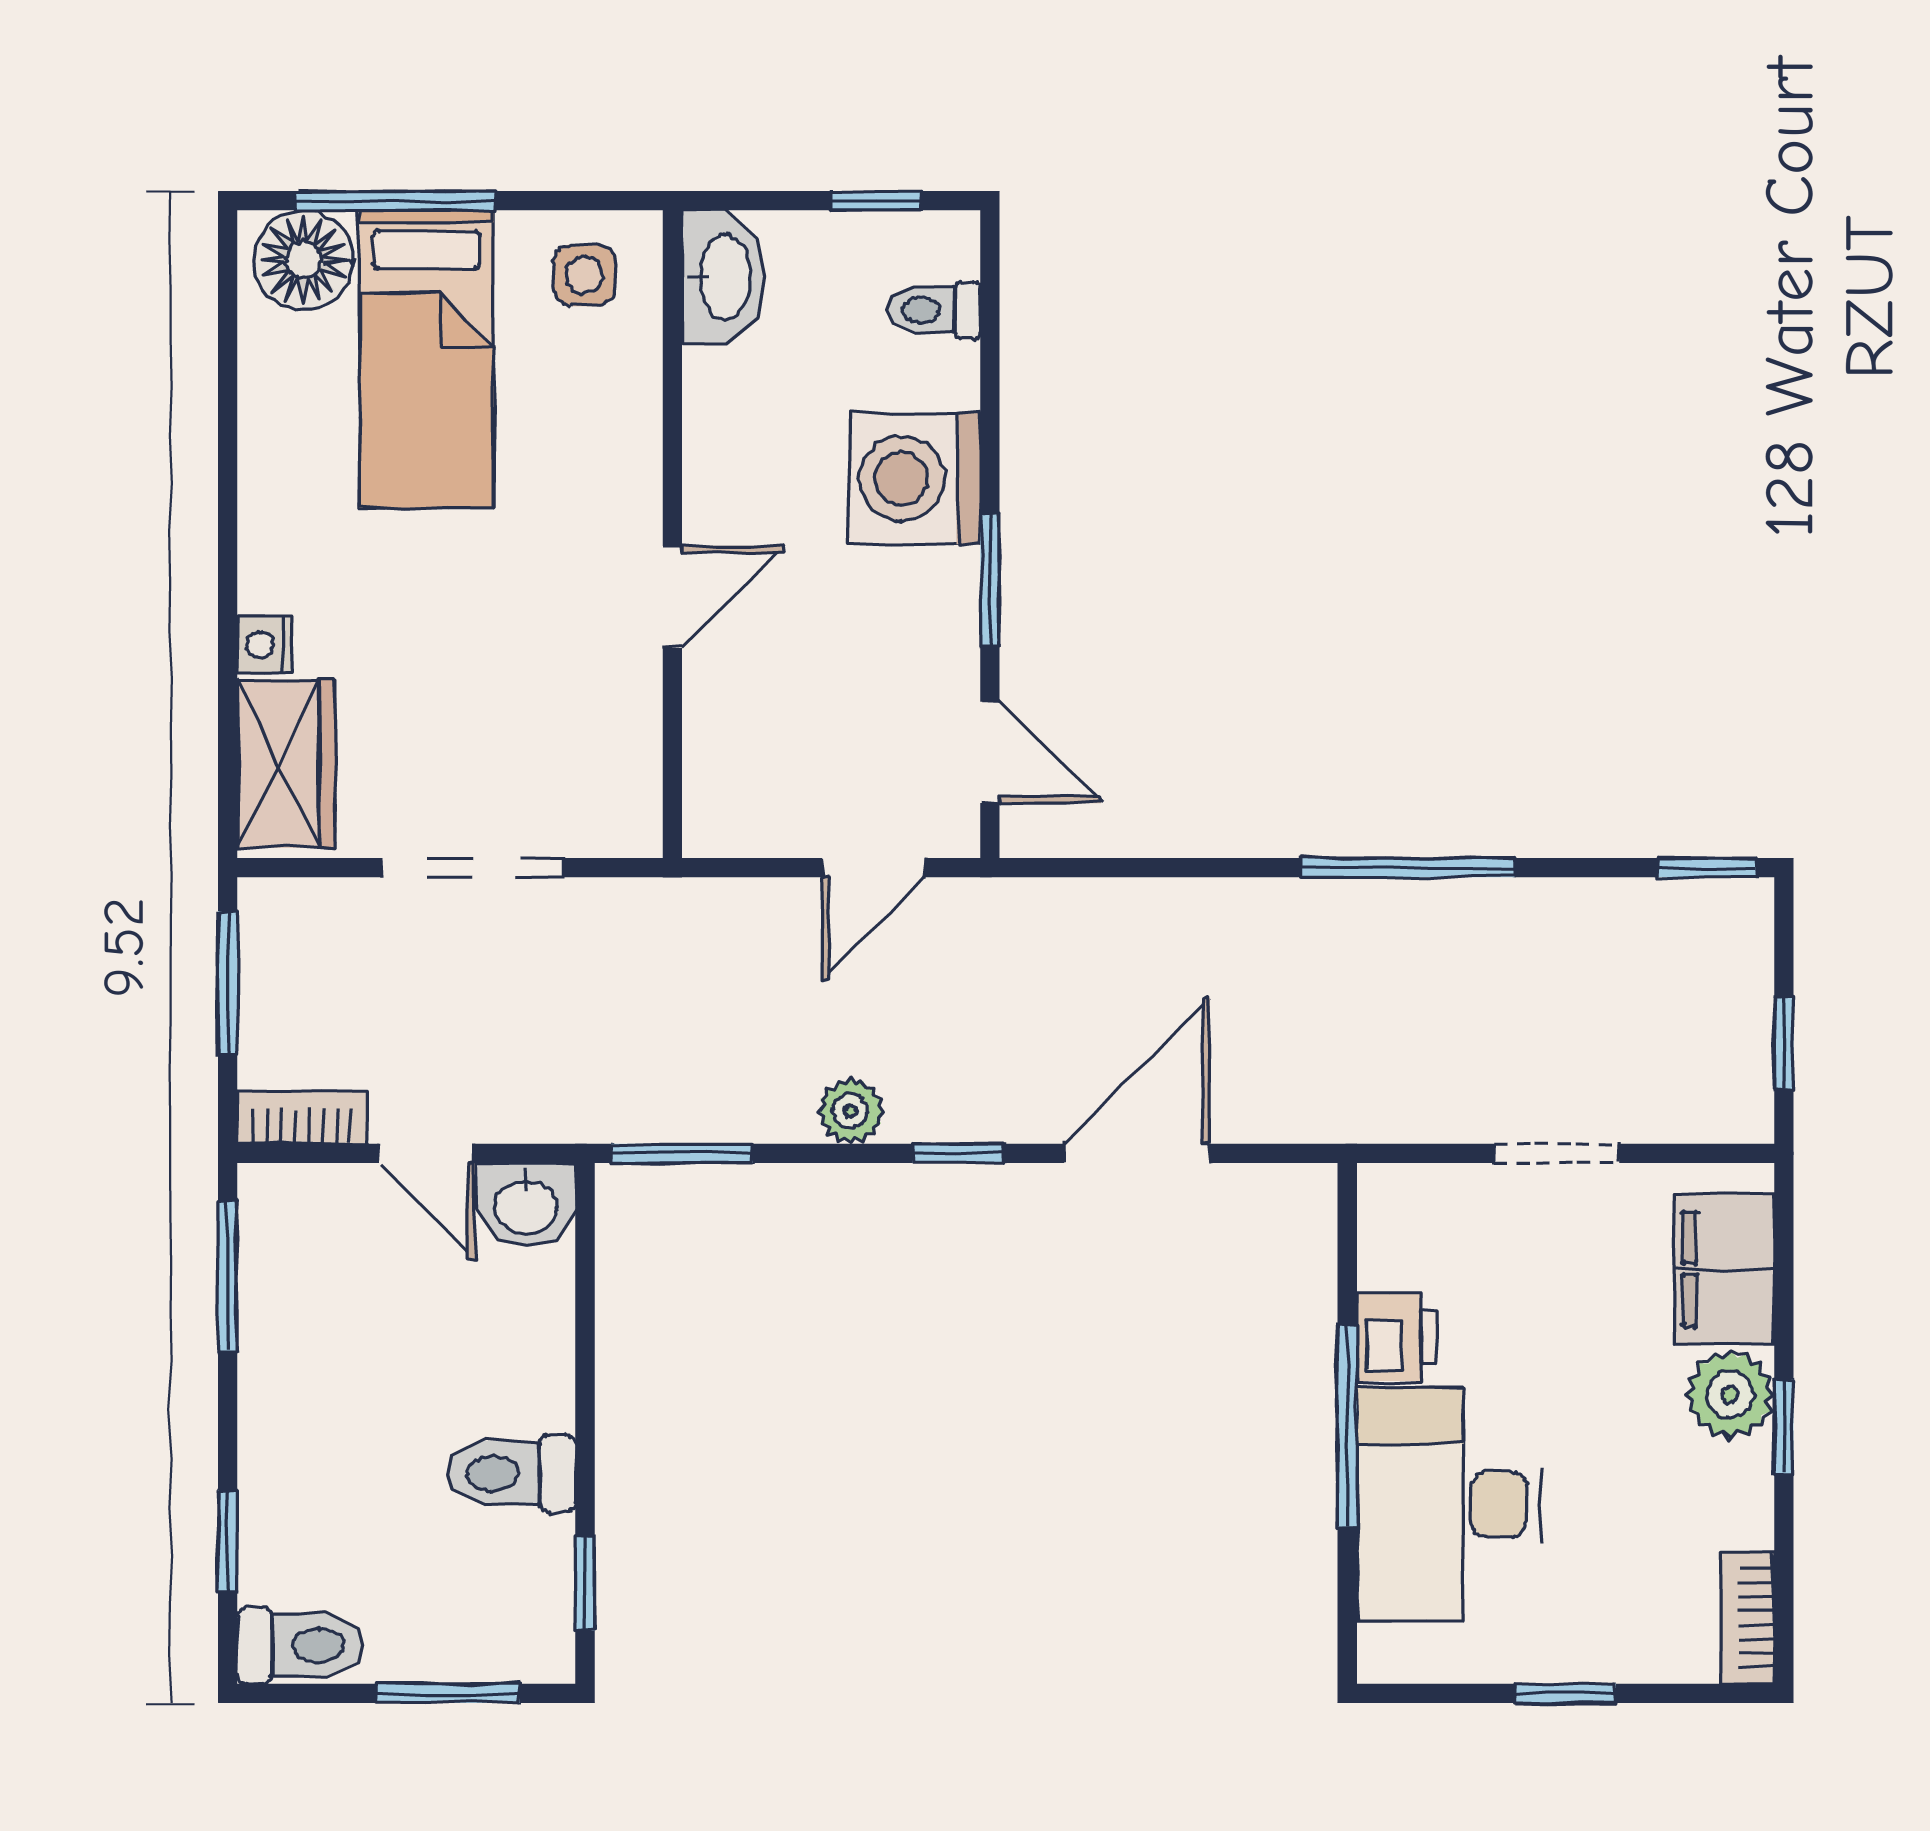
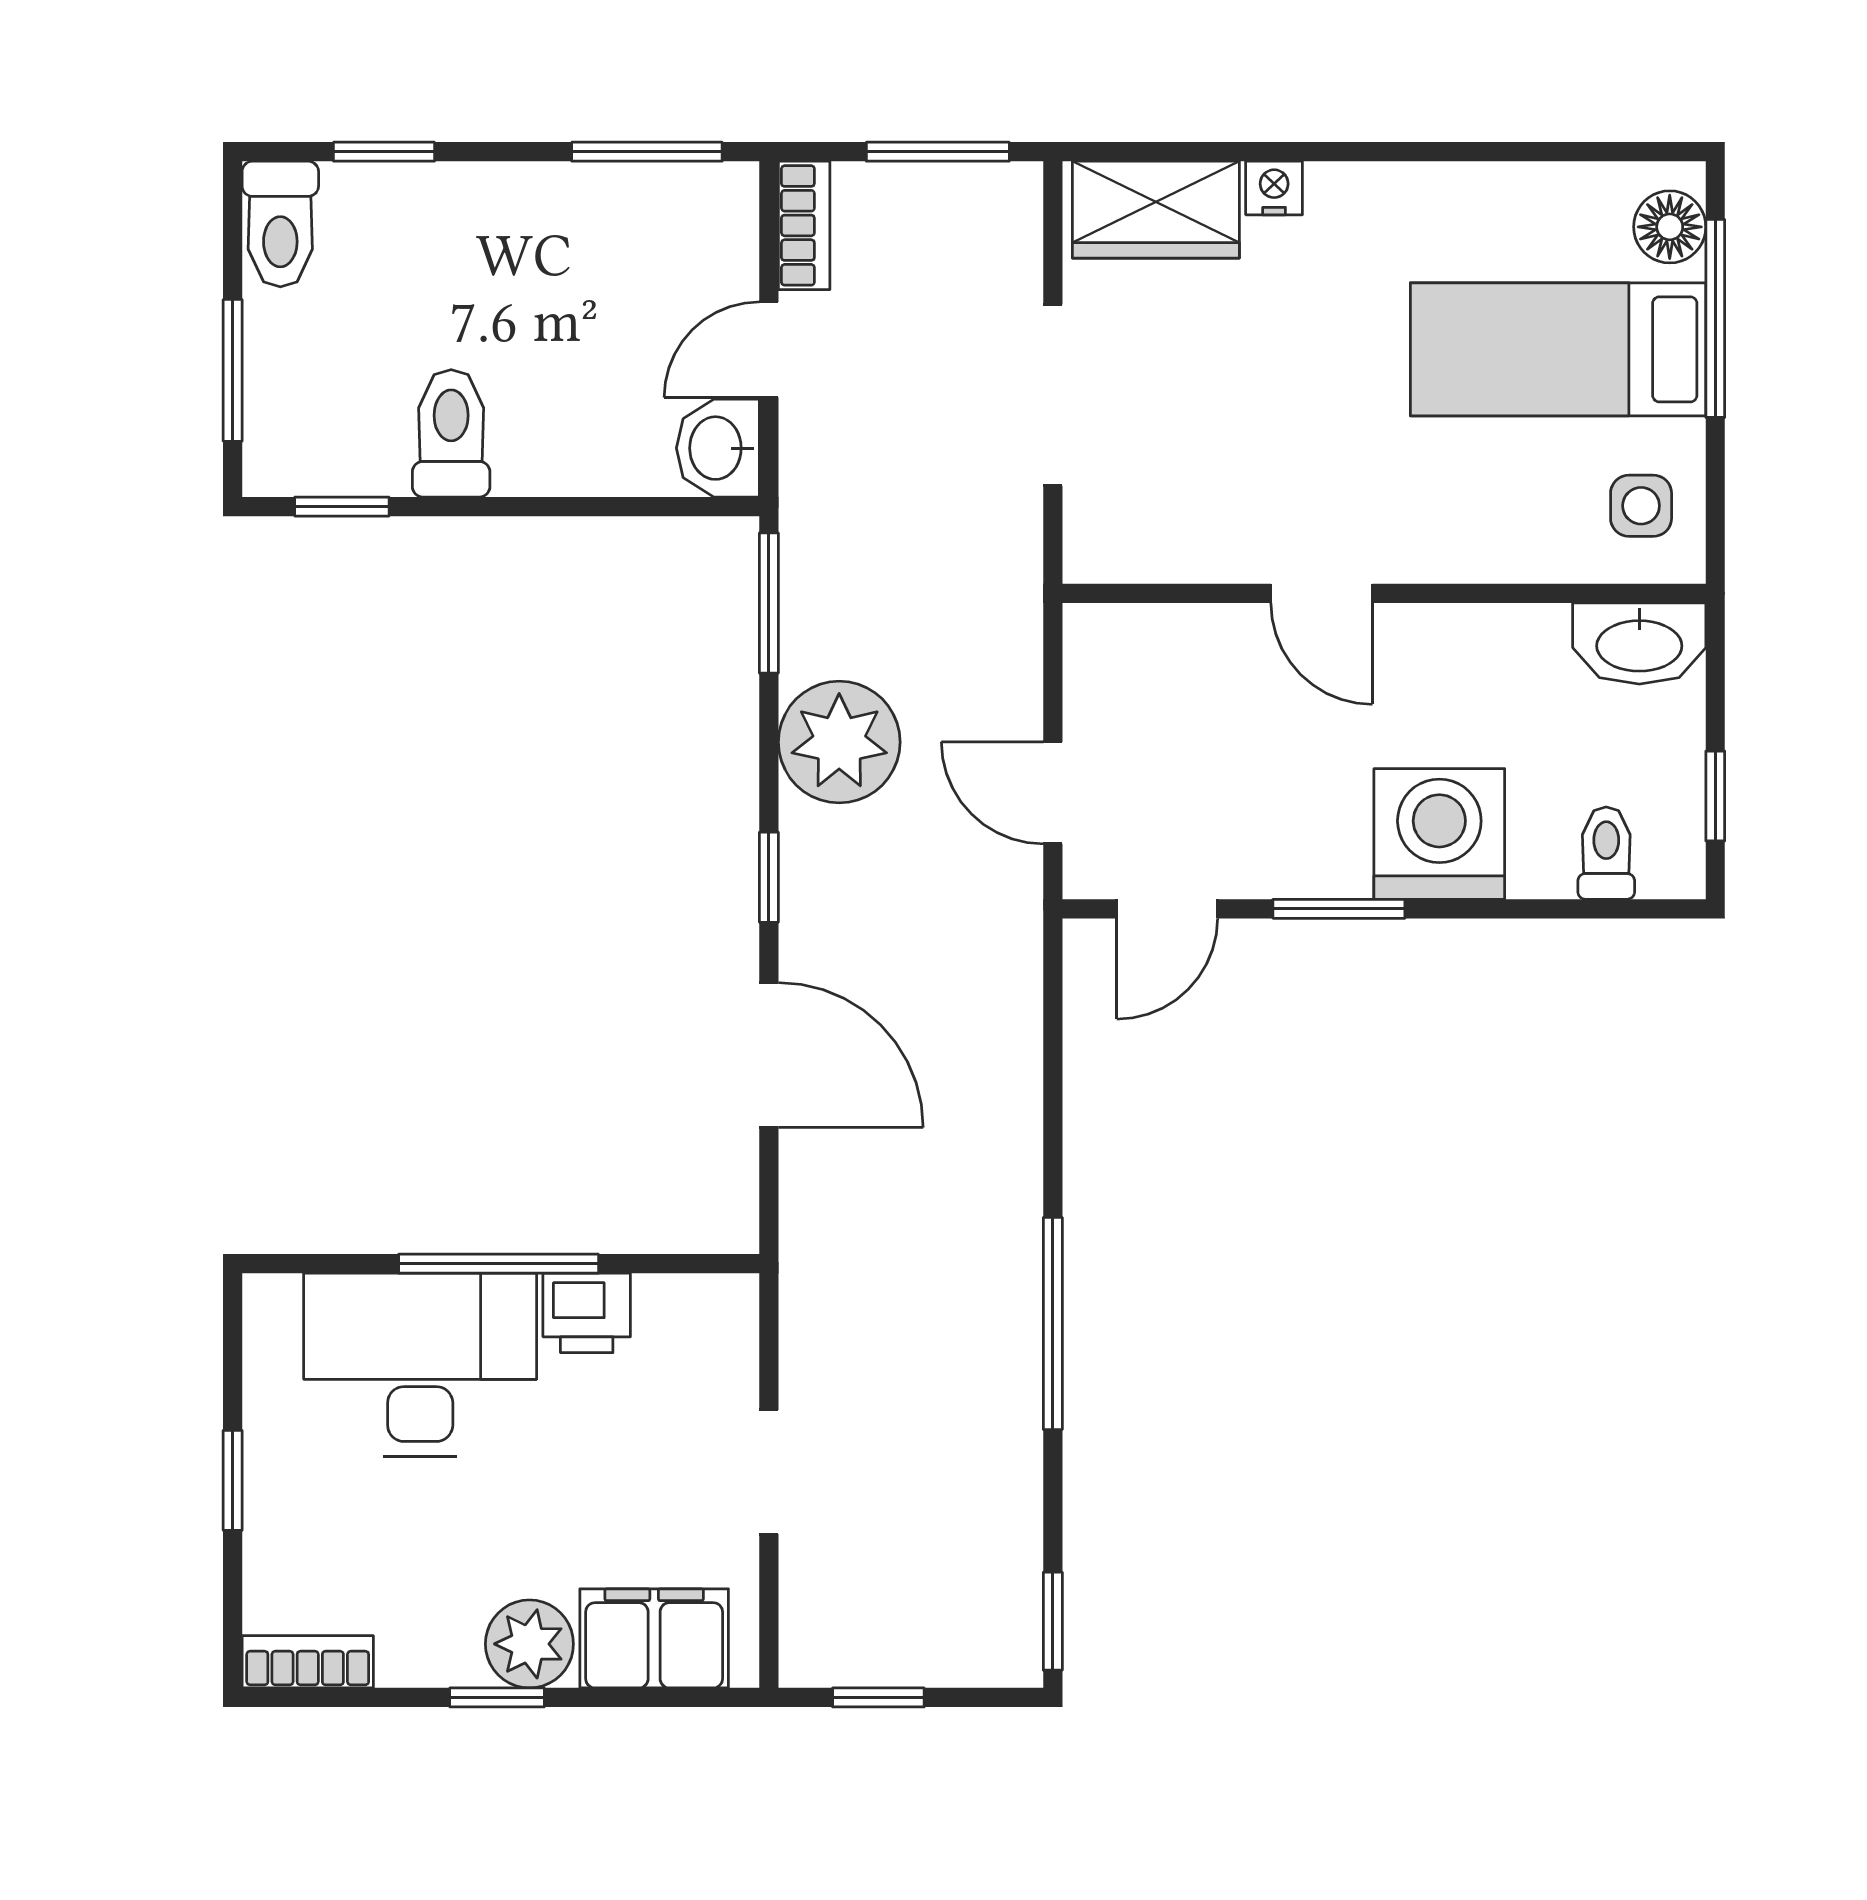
floor lamp: (303, 260) -> (1670, 227), width x0.73, depth x0.73
plant: (851, 1111) -> (839, 742), width x1.88, depth x1.88

